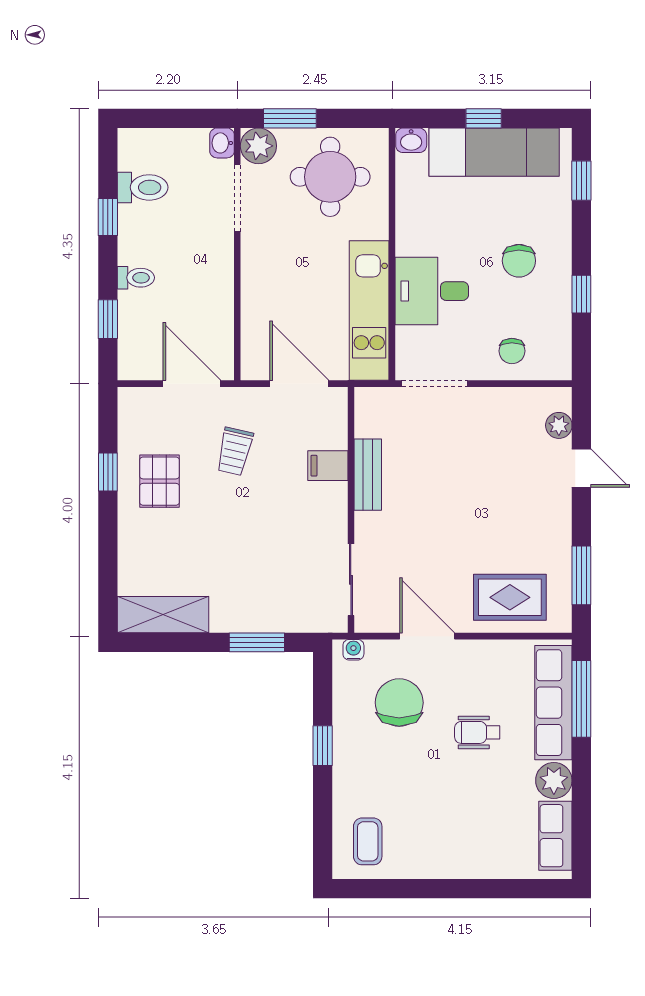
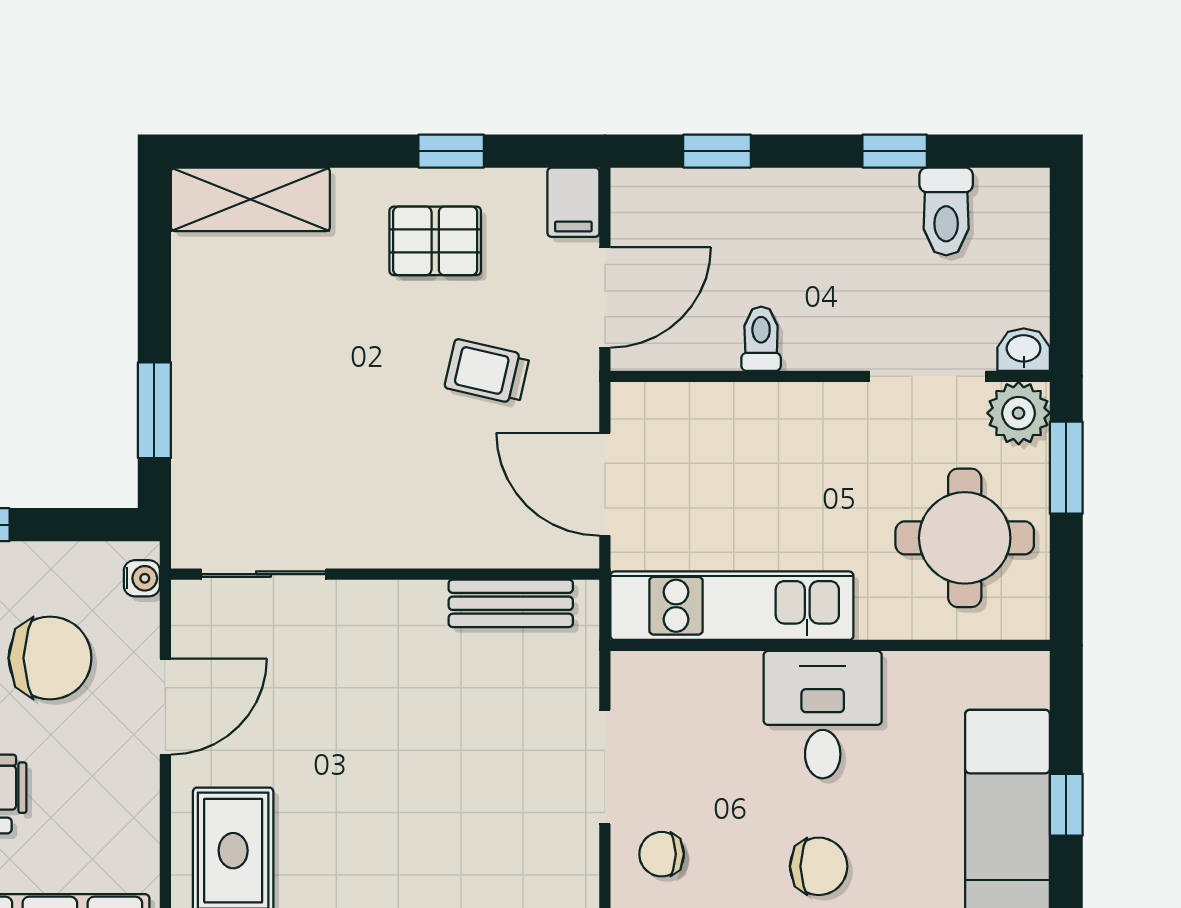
washbasin: (411, 140) -> (1028, 679), removed
chair: (519, 261) -> (819, 866), turned 180
toilet: (136, 278) -> (761, 339), moved, turned 180
desk: (432, 291) -> (823, 715), moved
door: (299, 384) -> (605, 484), swing flipped
doorway: (435, 384) -> (605, 767), moved
filing cabinet: (328, 466) -> (573, 202), moved, turned 180
bench: (368, 475) -> (511, 603), moved
shelving: (163, 615) -> (250, 199), moved, turned 90

